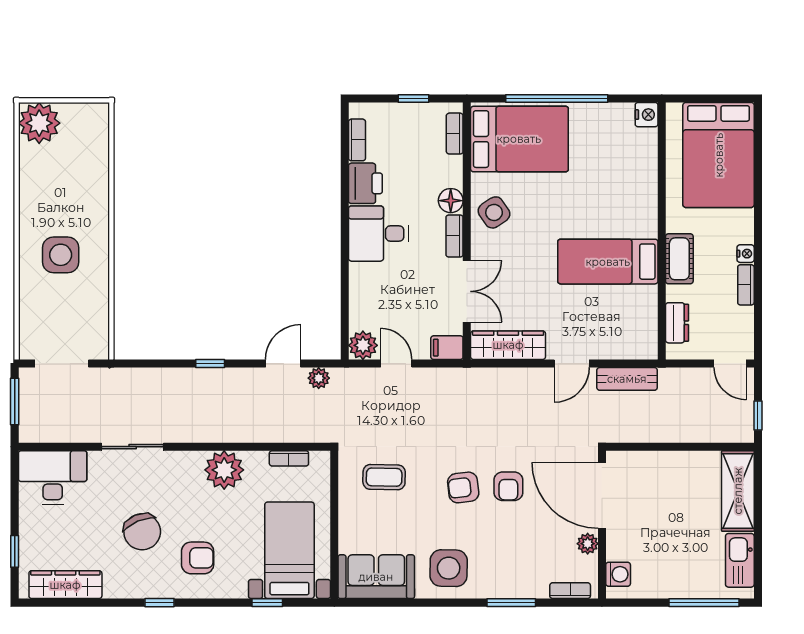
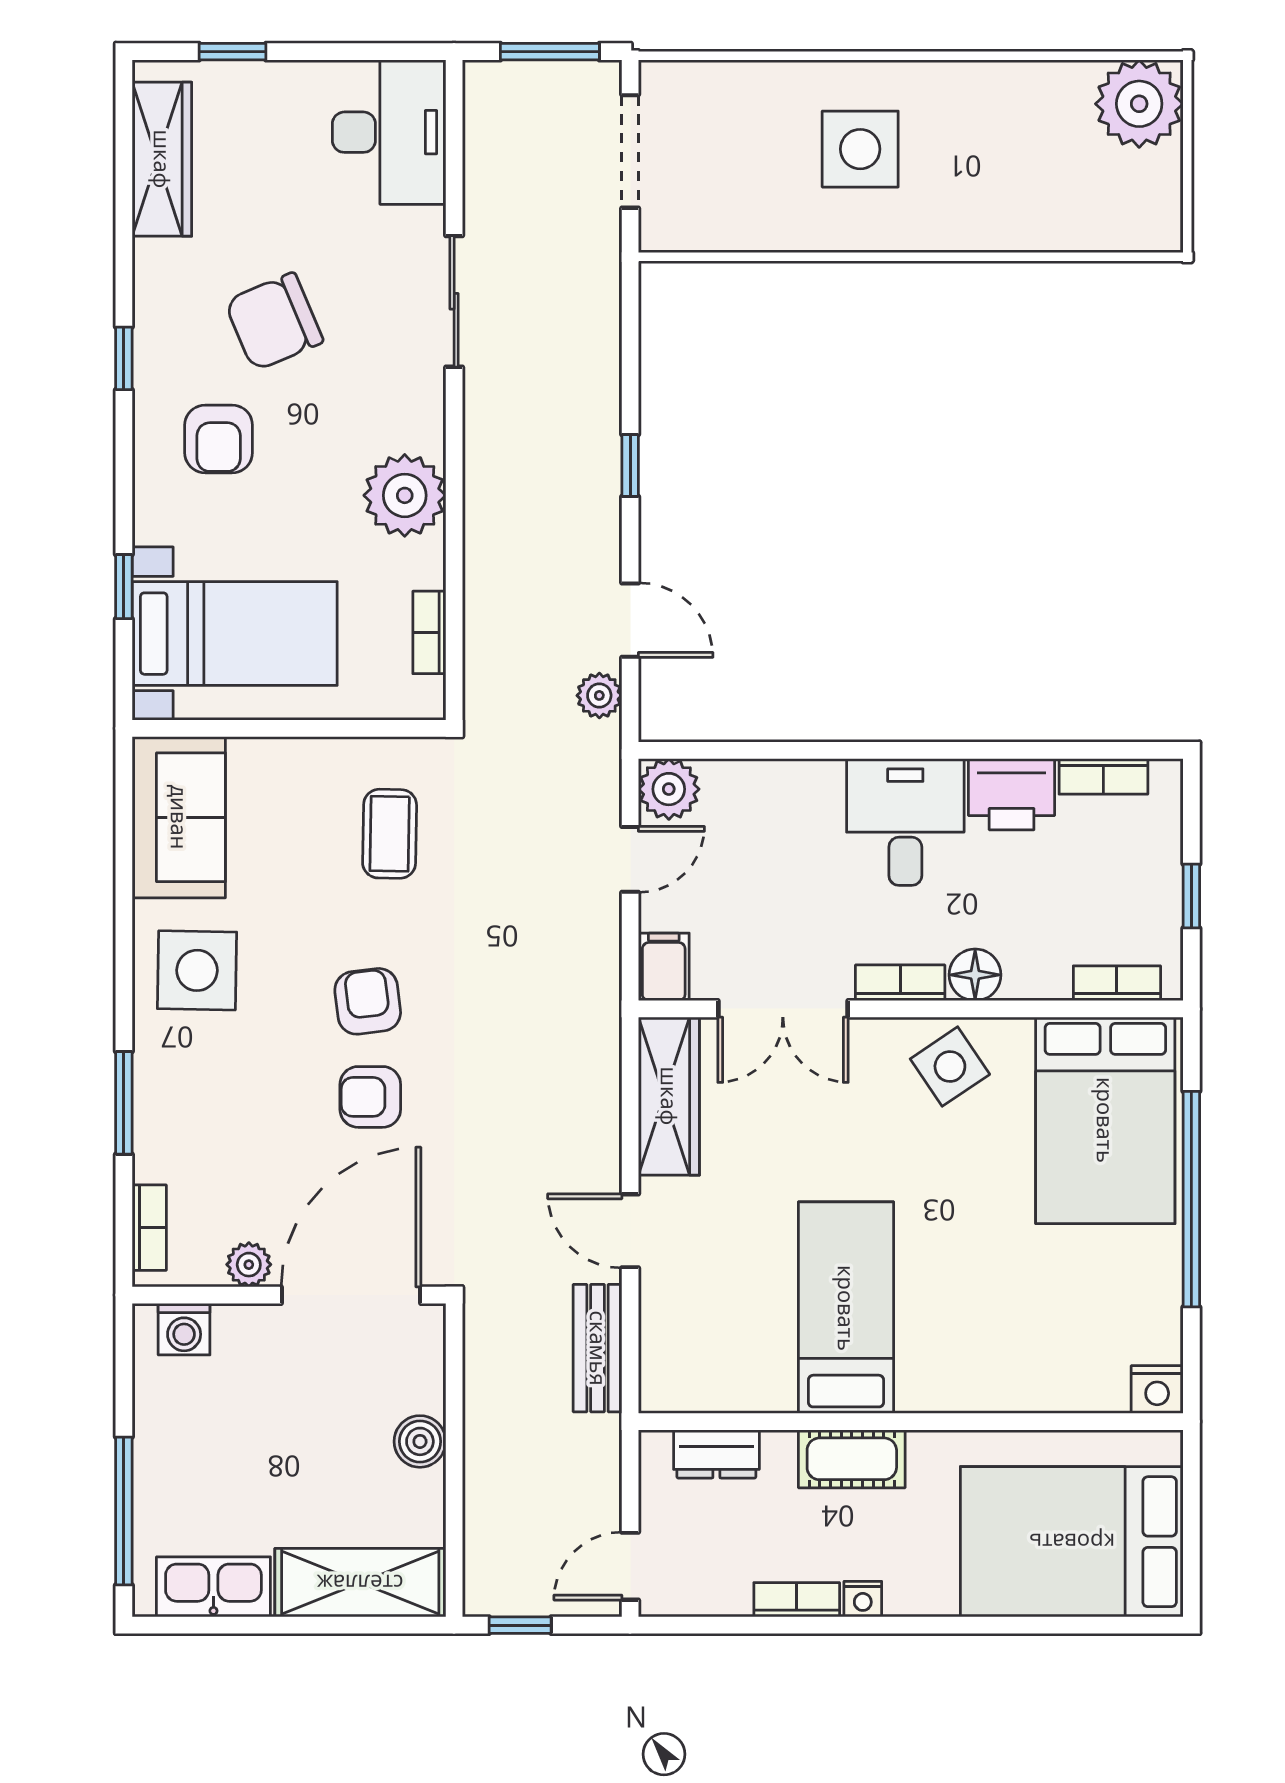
boiler: (671, 463) -> (420, 1441), added

